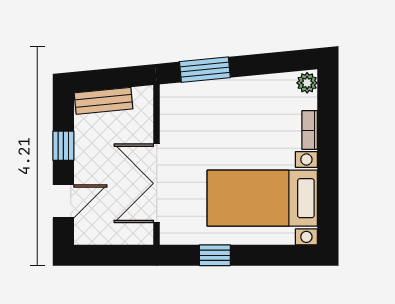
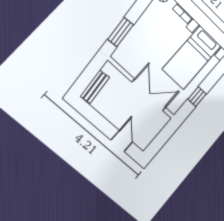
window: (63, 146) -> (98, 121), removed
double door: (157, 183) -> (149, 95), swing flipped

